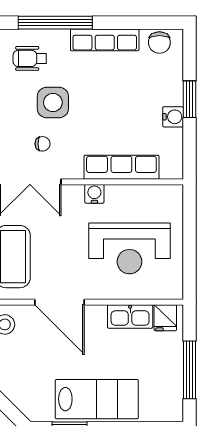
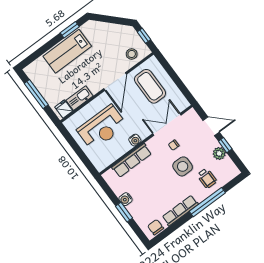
wheelchair: (30, 58) -> (207, 178), turned 90
reception desk: (129, 248) -> (102, 128), turned 180
door: (59, 302) -> (115, 81), swing flipped

